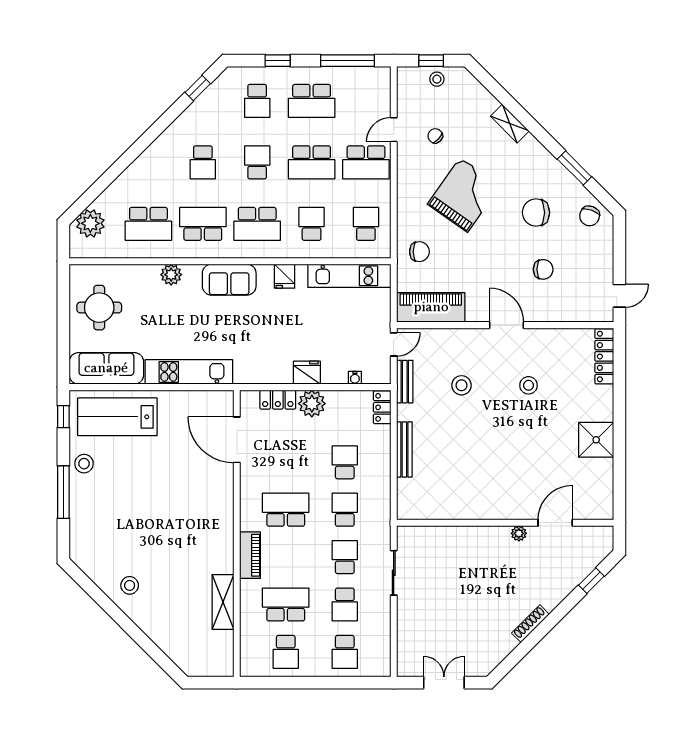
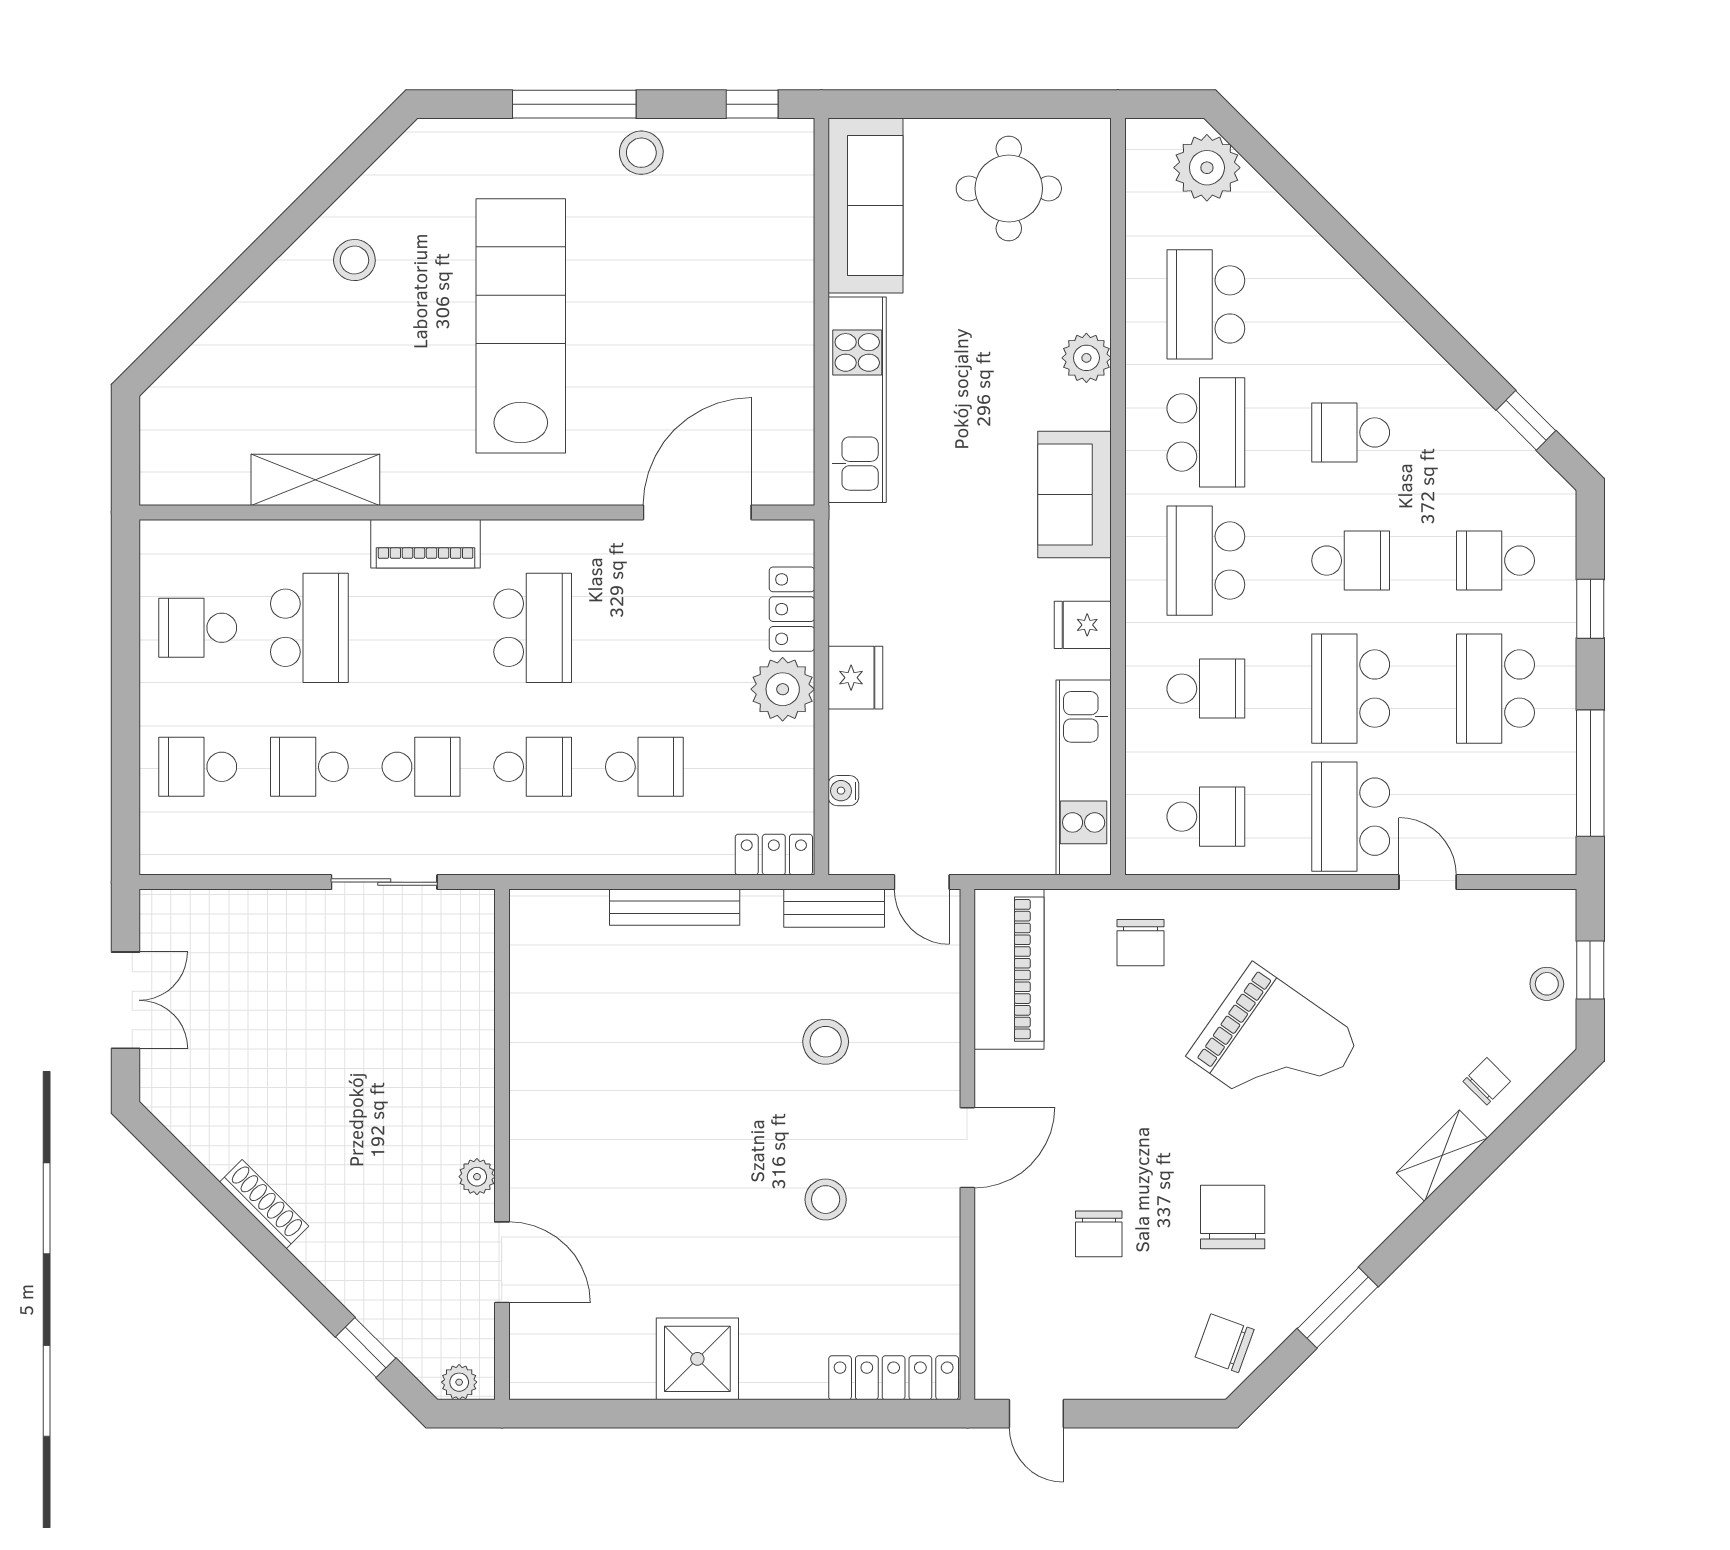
chair: (435, 136) -> (1487, 1081), moved
lab bench: (117, 417) -> (521, 326), moved, width x1.36
plant: (606, 541) -> (459, 1382), added

